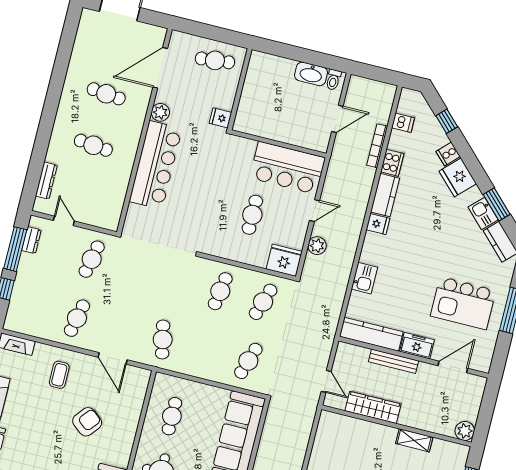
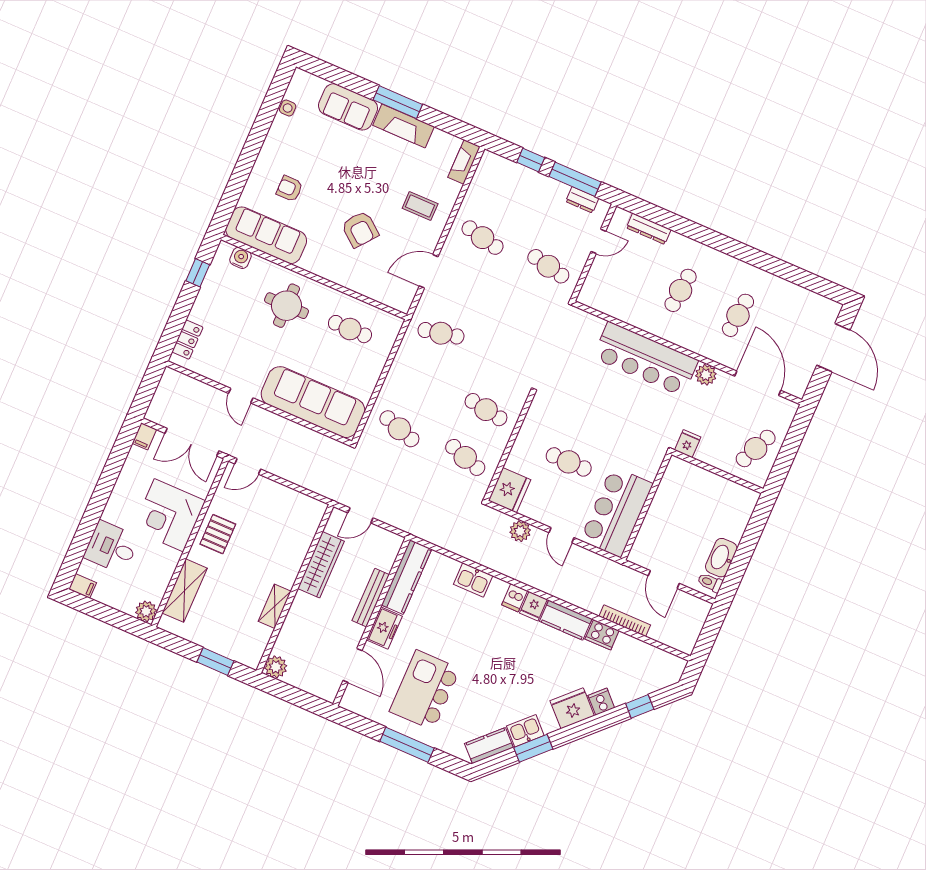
cafe table: (215, 60) -> (756, 448), turned 30
dishwasher: (403, 123) -> (515, 598), moved

